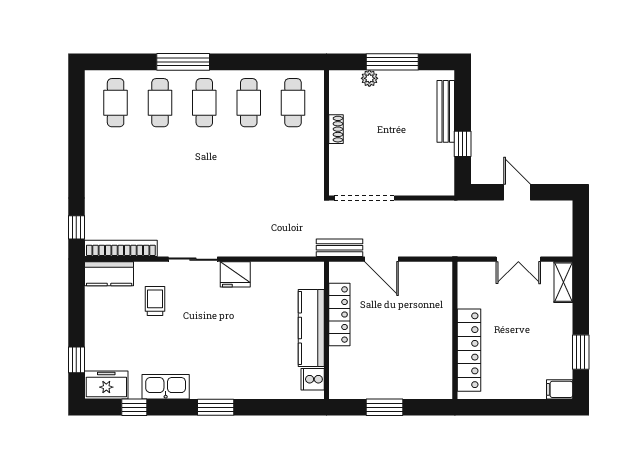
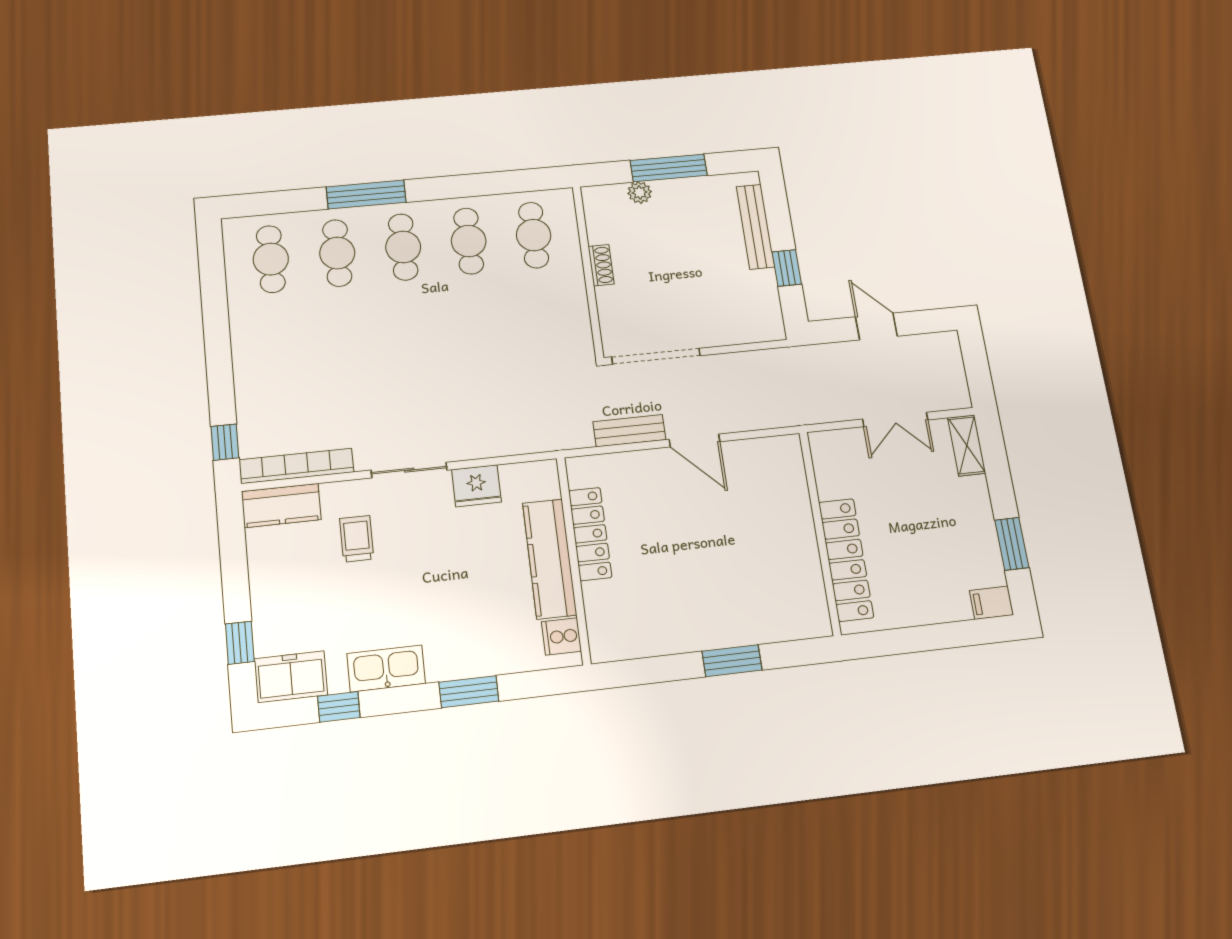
locker: (339, 314) -> (590, 534), moved
kitchen counter: (311, 328) -> (550, 559), moved
wall: (327, 330) -> (574, 560), moved
cooker: (313, 379) -> (561, 636), moved

